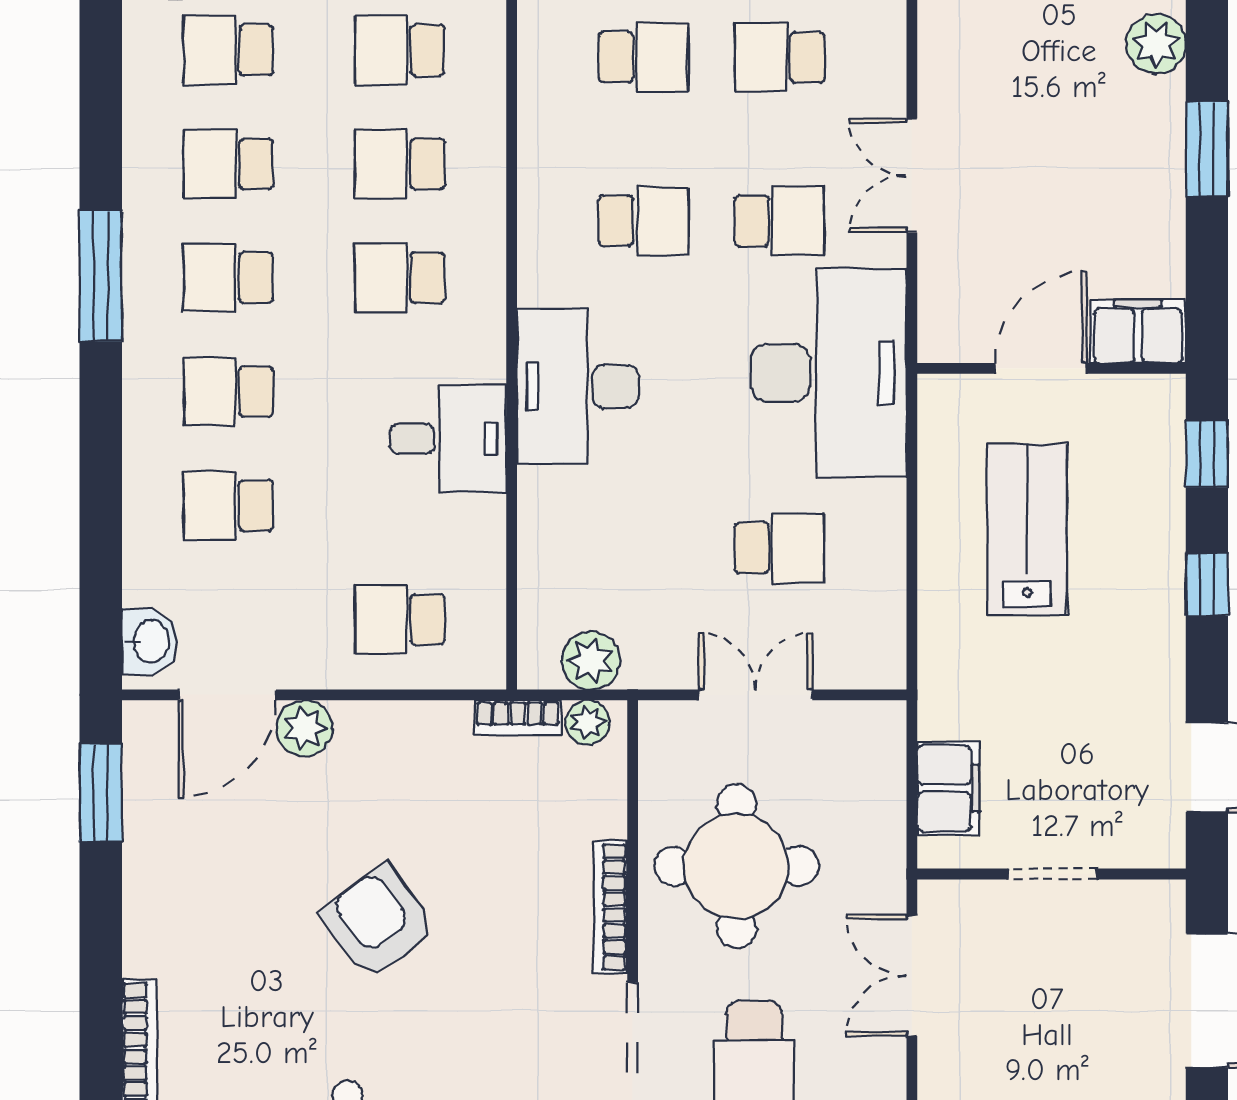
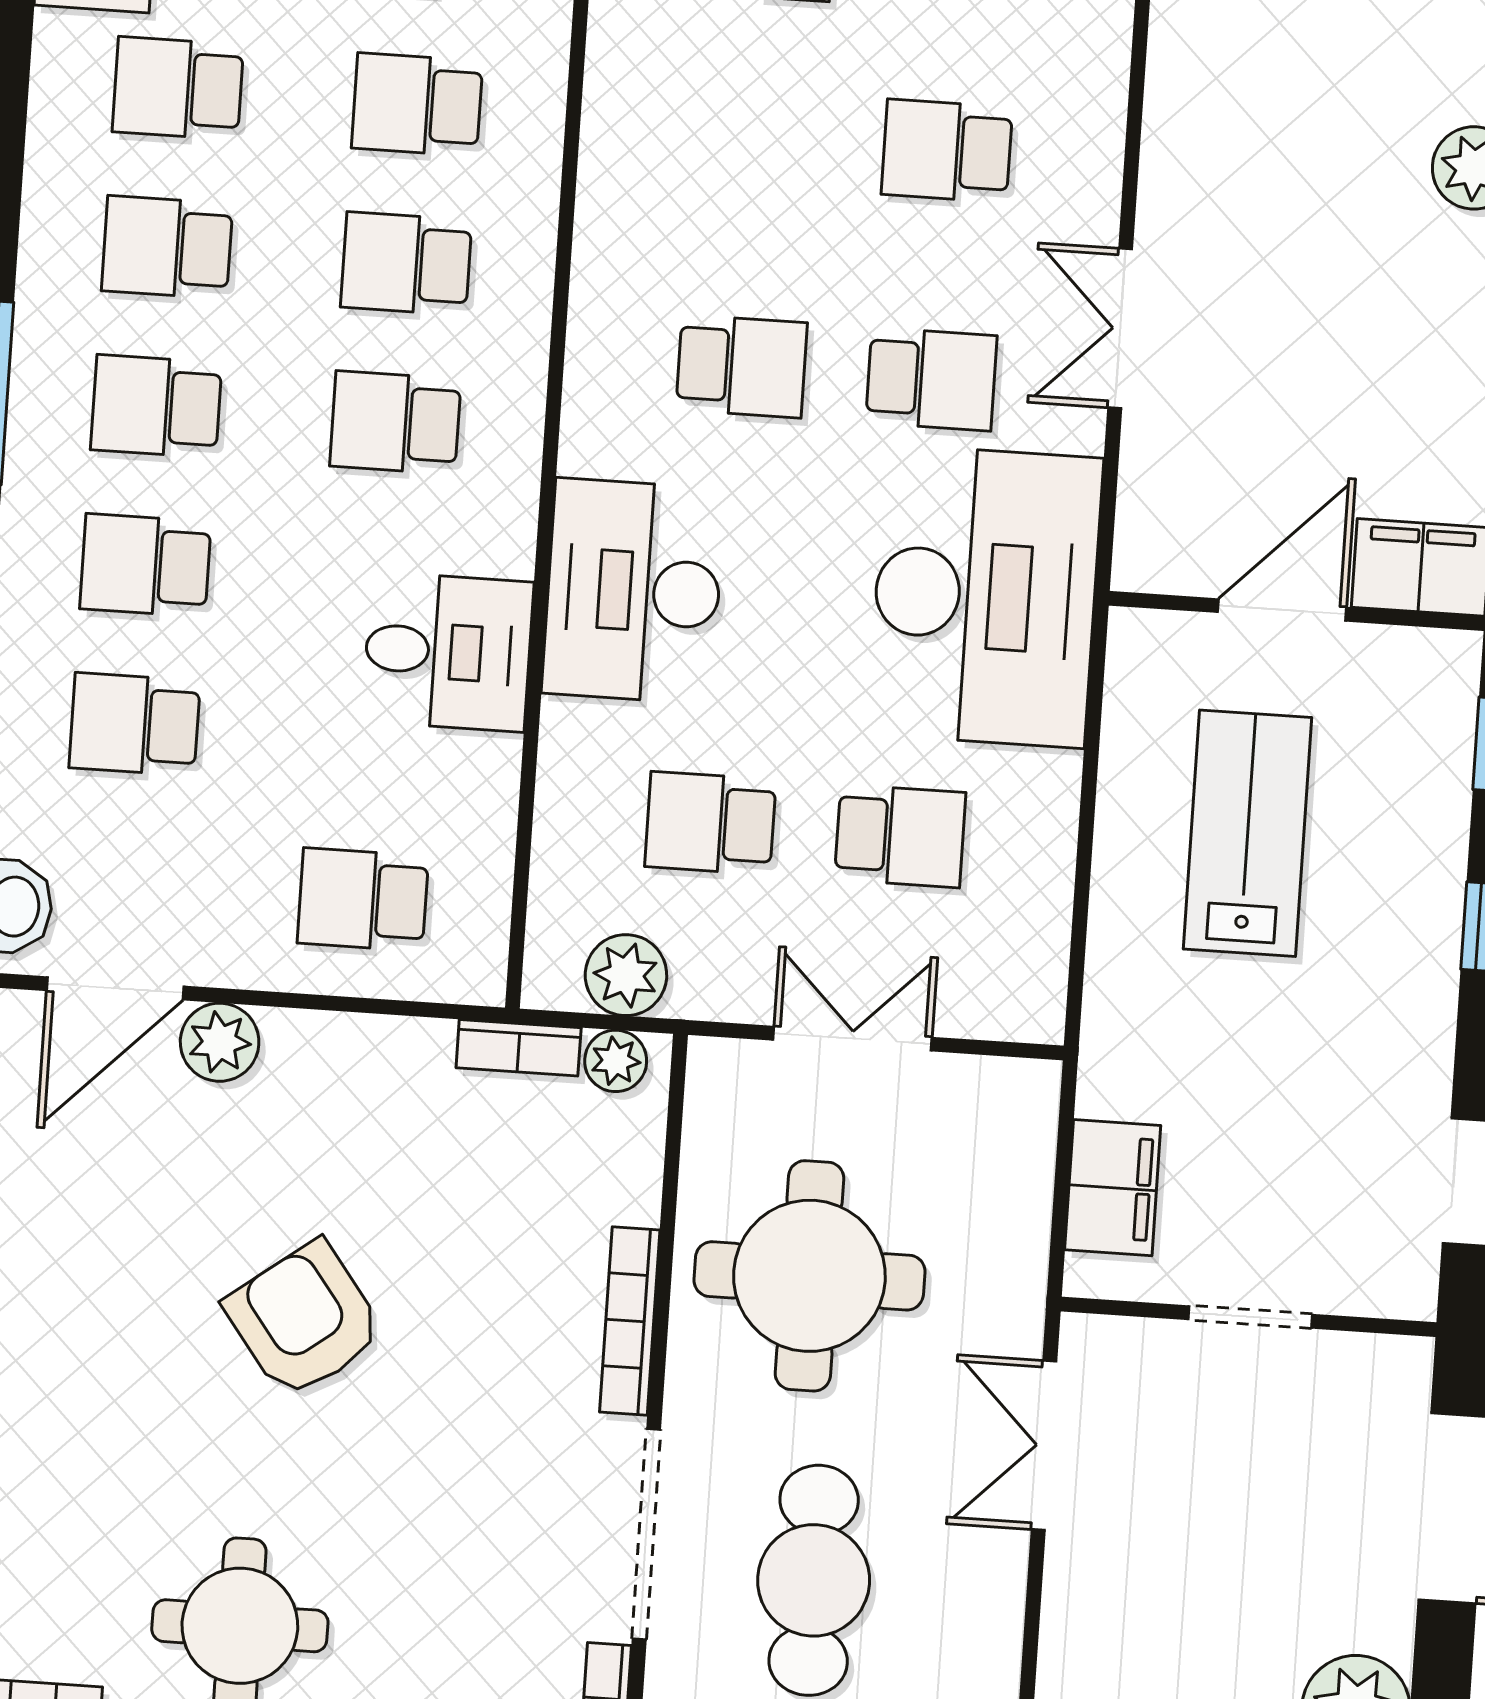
school desk: (644, 57) -> (710, 823), moved, turned 180

